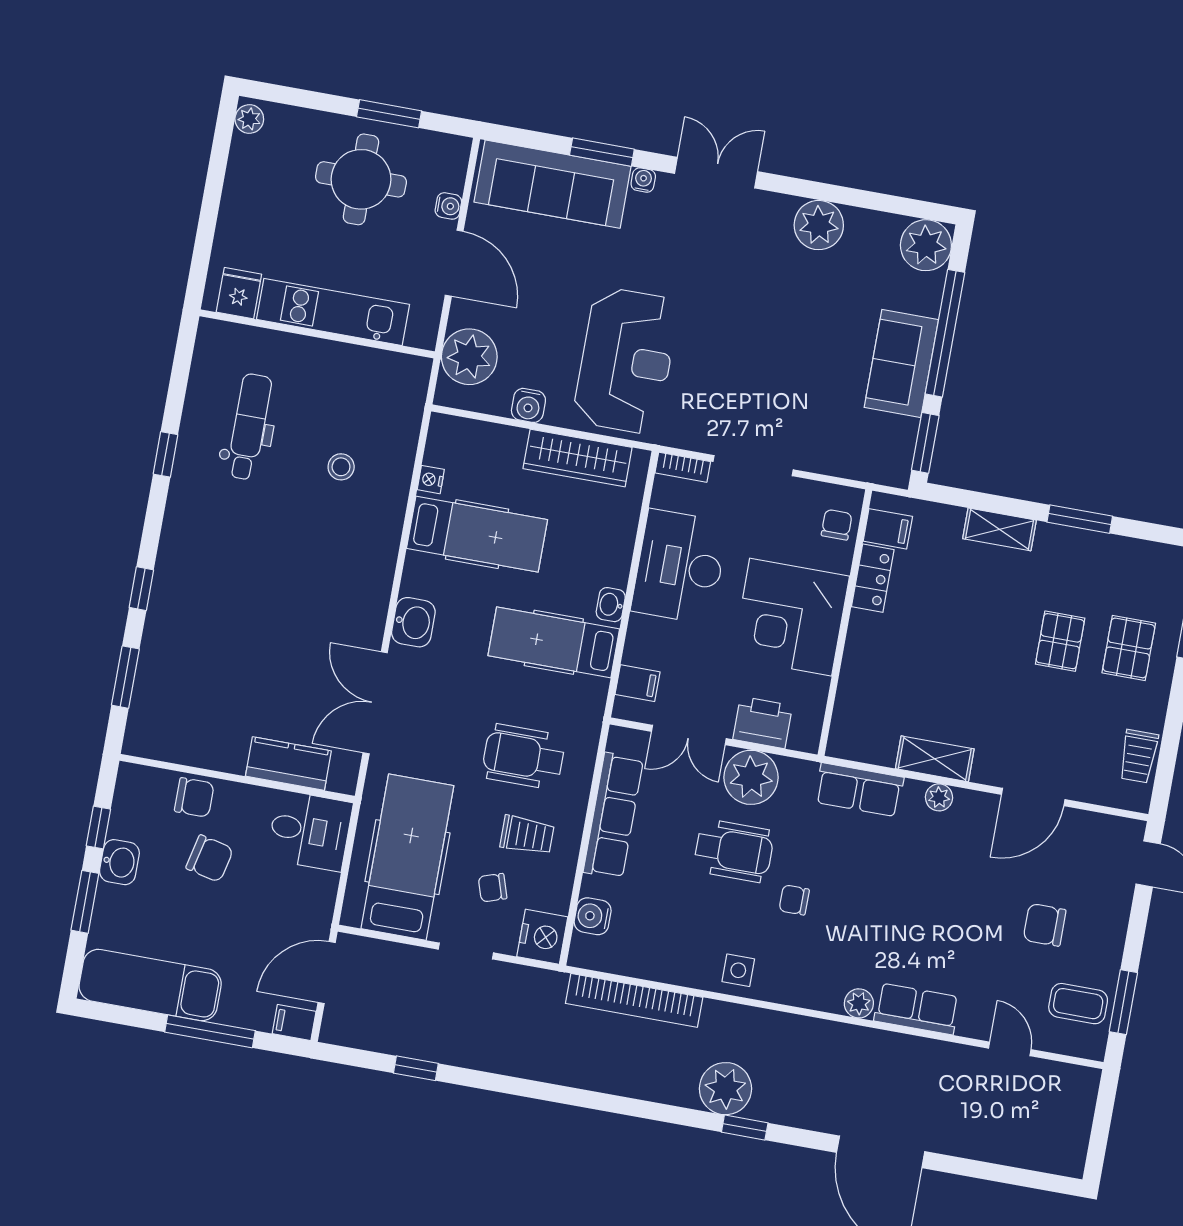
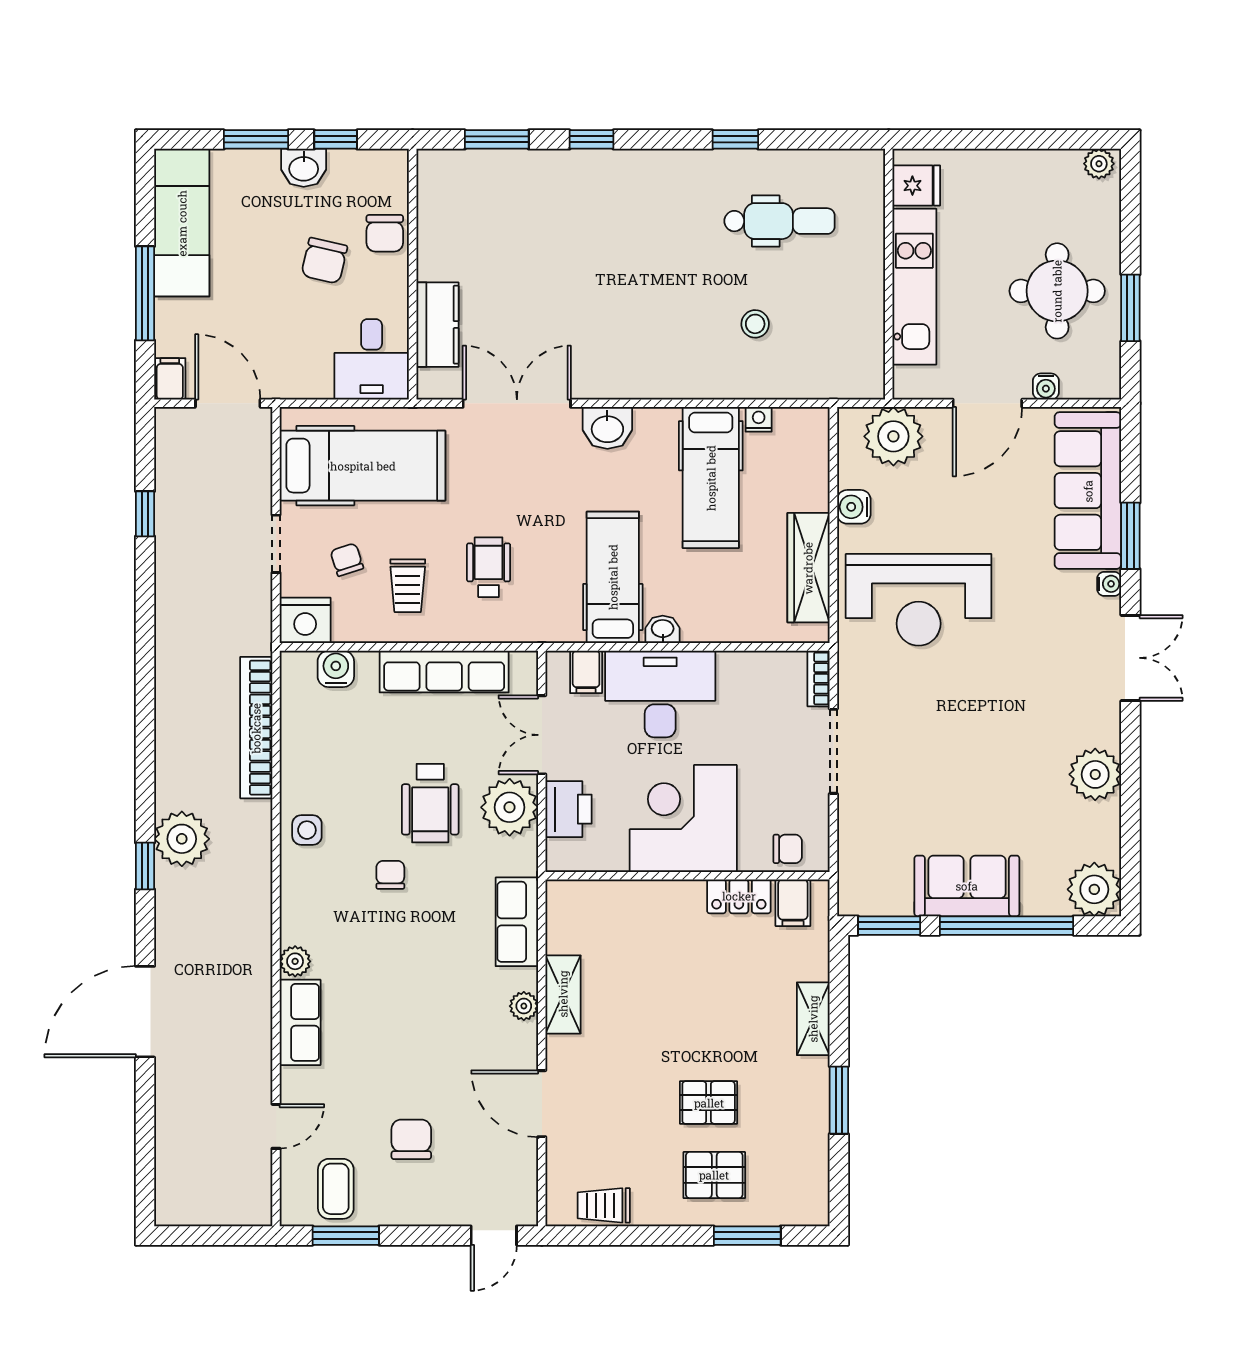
desk: (680, 567) -> (660, 694), moved
wheelchair: (523, 757) -> (489, 567), width x0.73, depth x0.73

